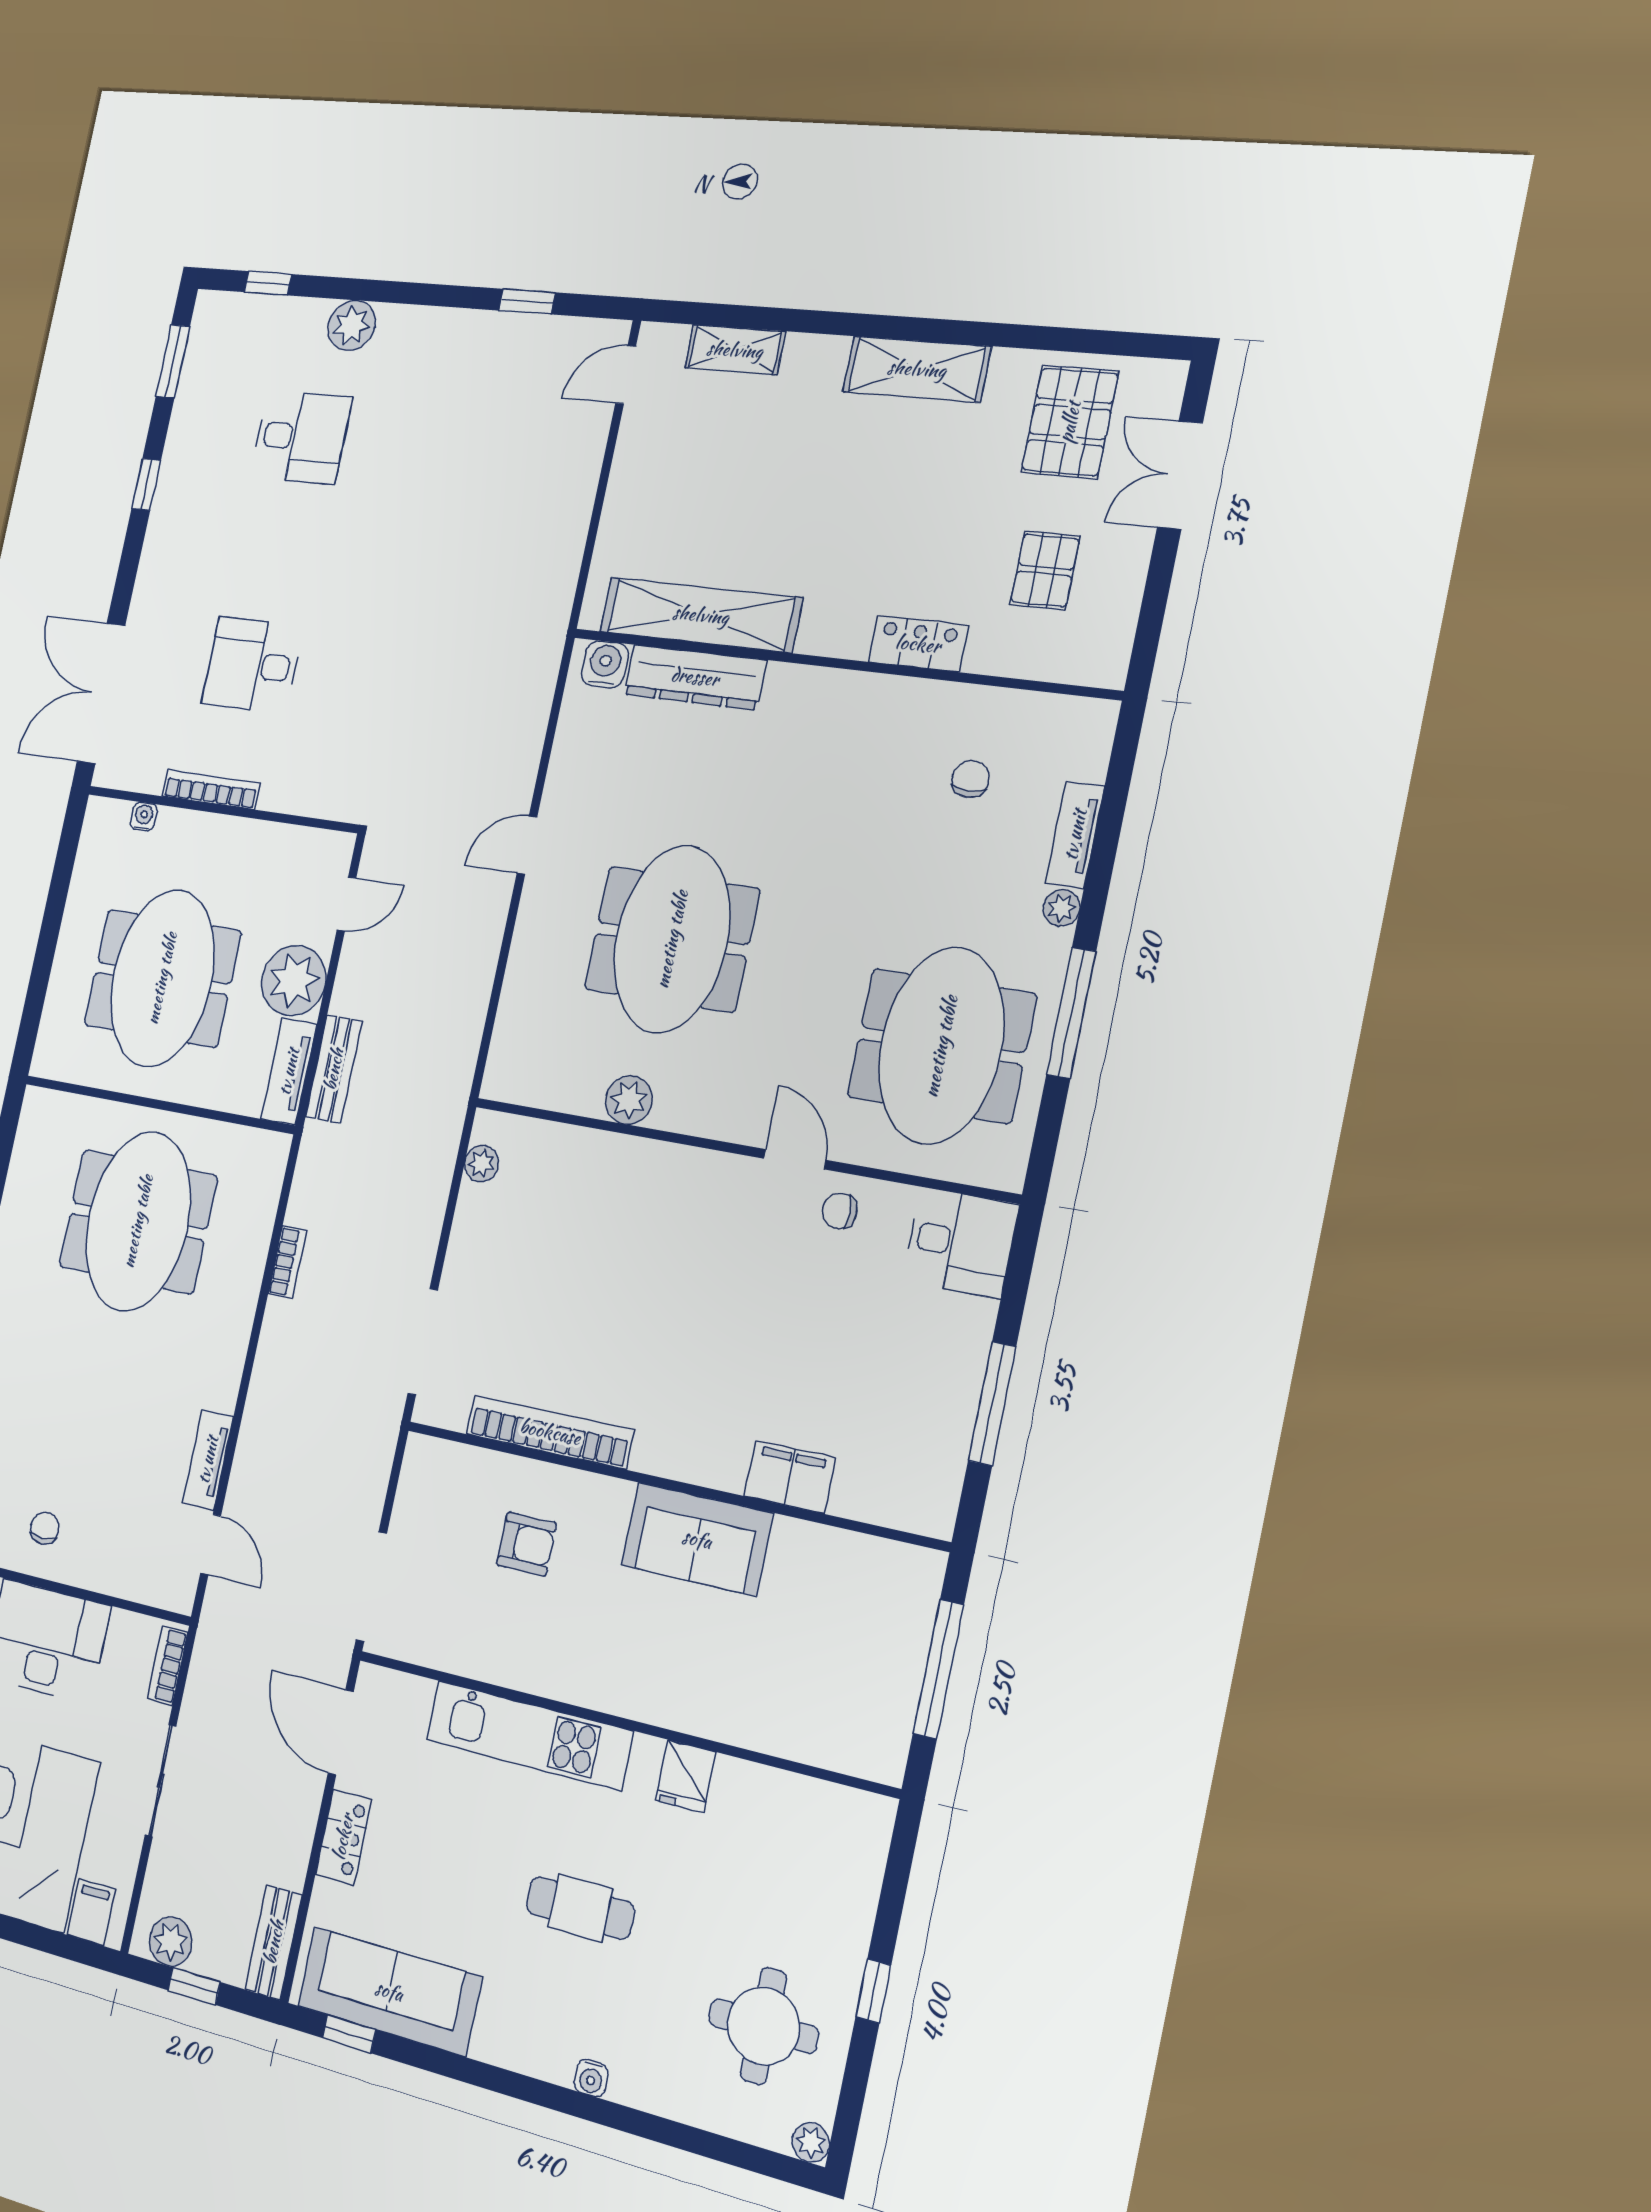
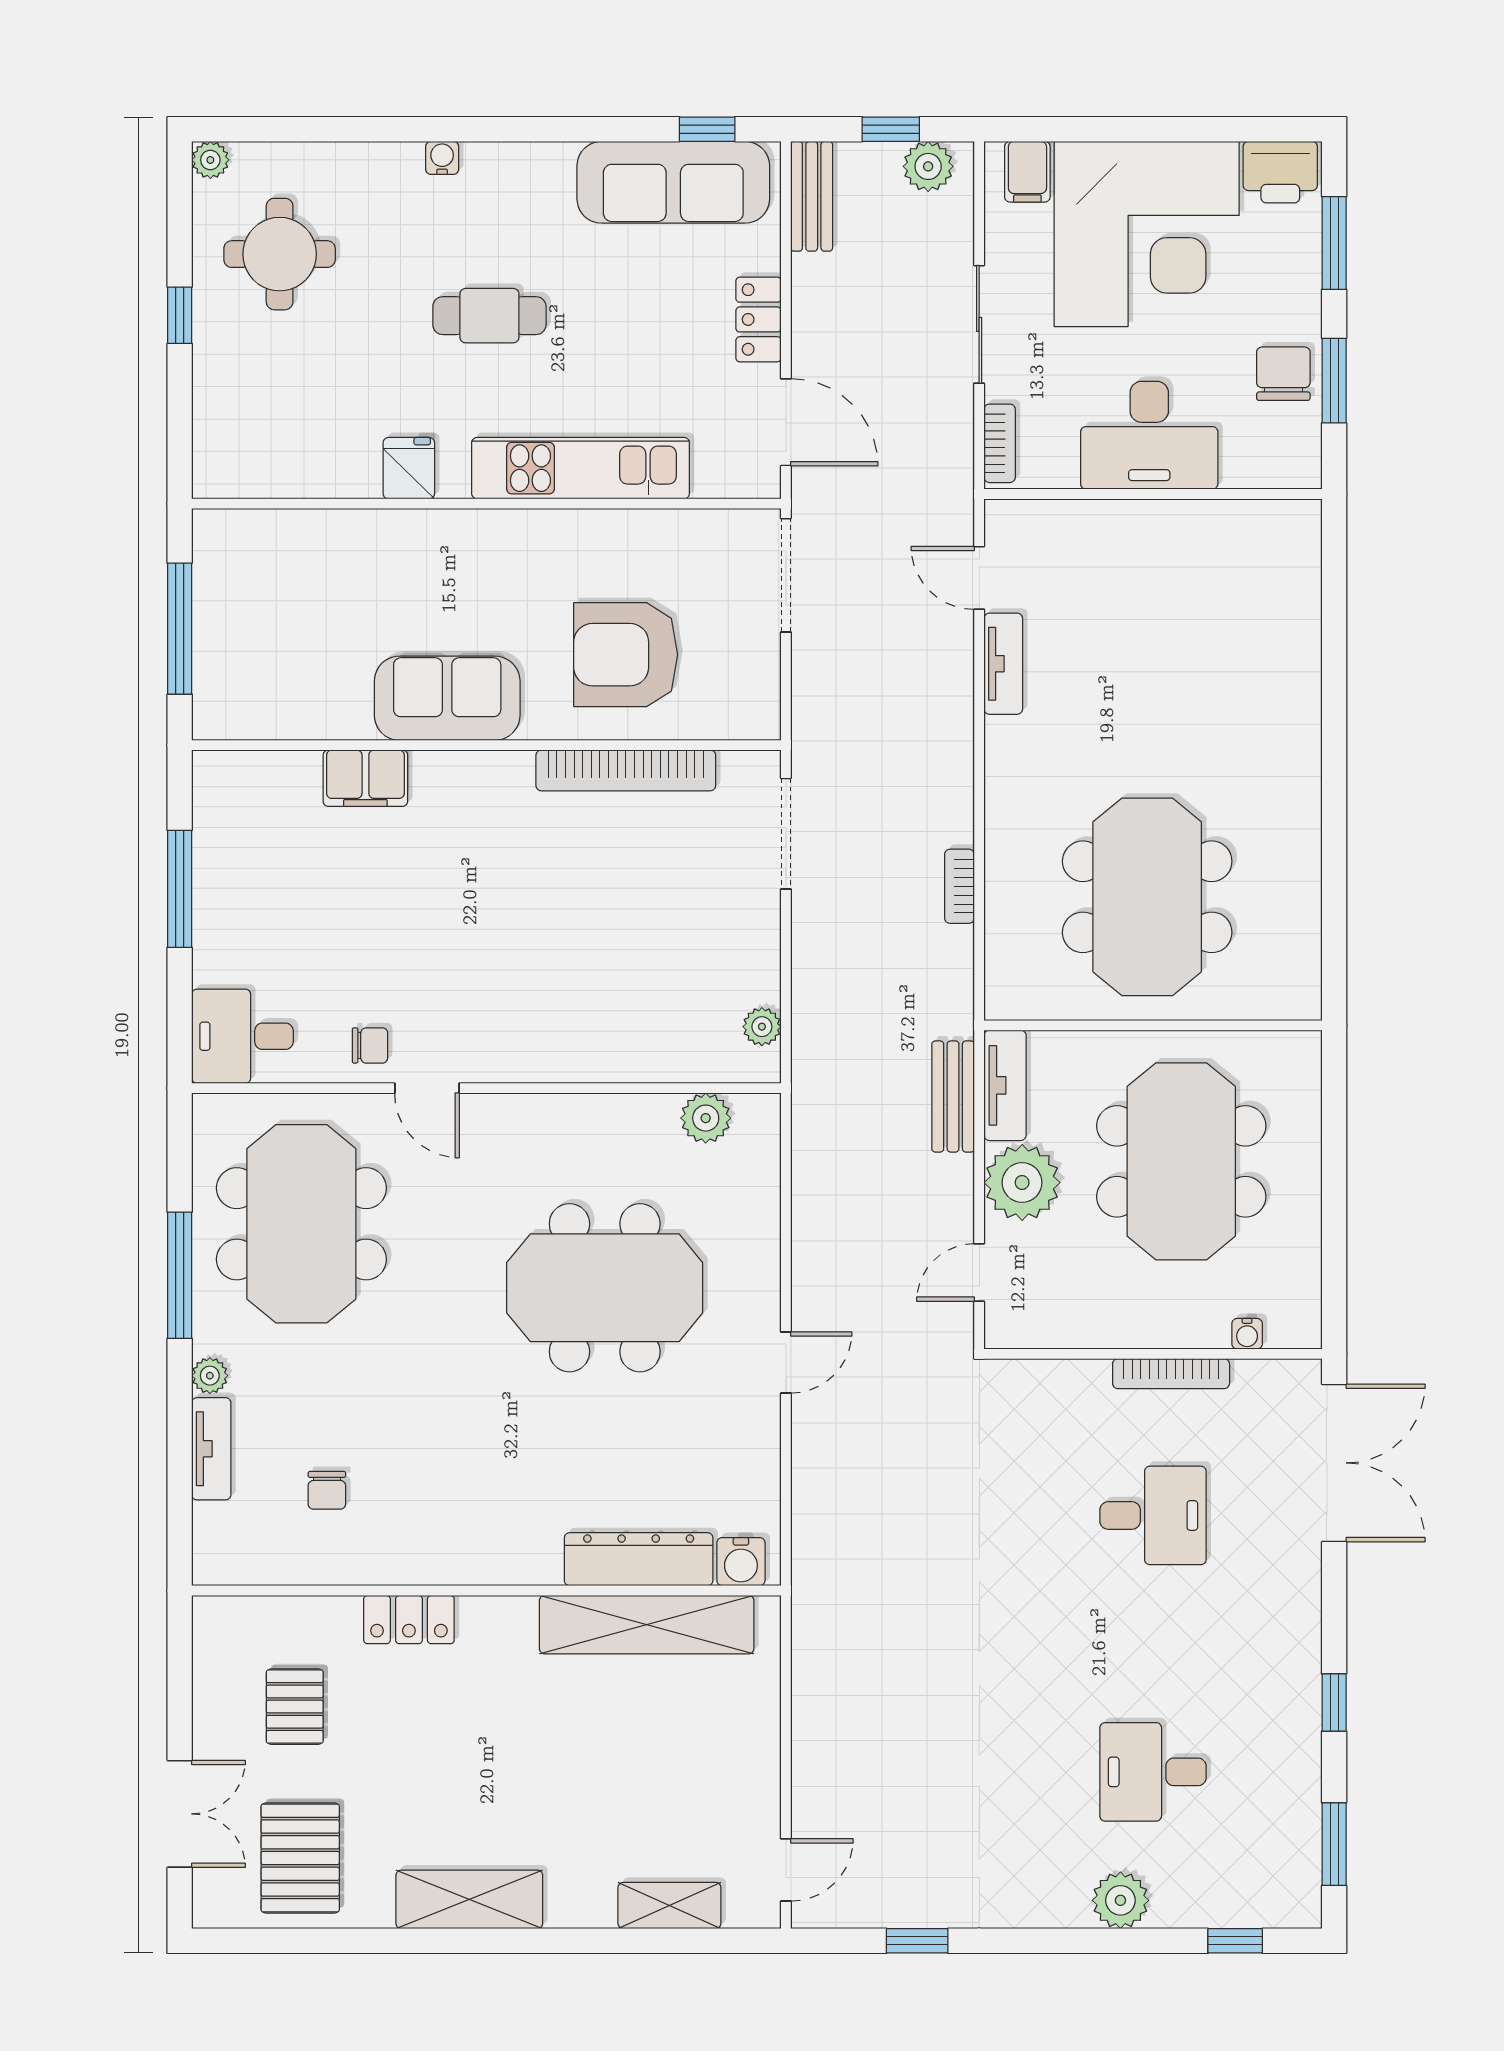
meeting table: (672, 939) -> (605, 1288), turned 90
plant: (629, 1100) -> (706, 1118), moved
chair: (45, 1528) -> (1181, 552), removed
armchair: (527, 1544) -> (626, 655), width x1.88, depth x1.88

